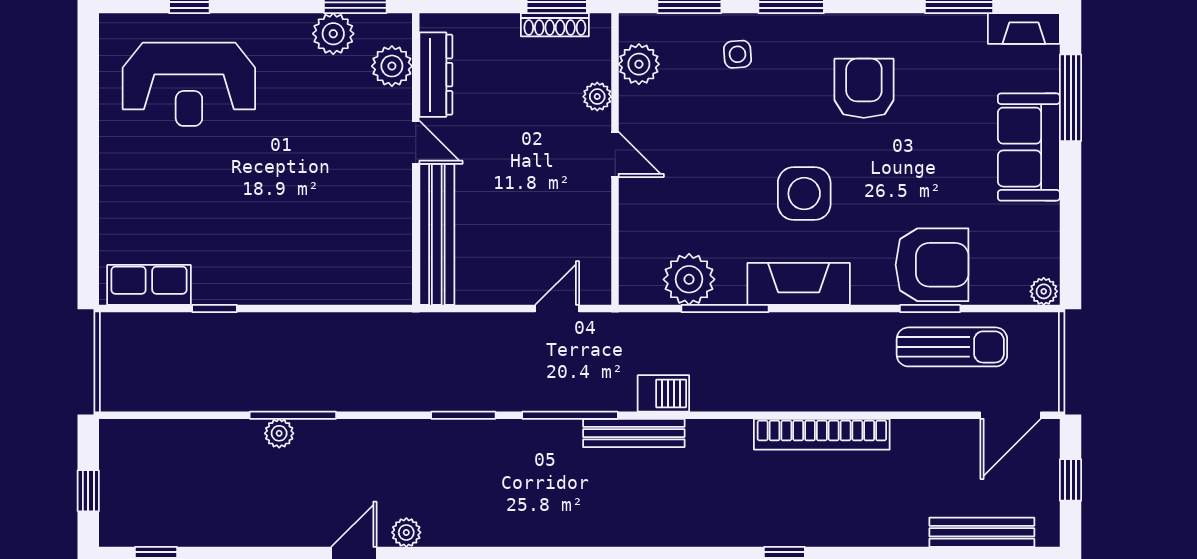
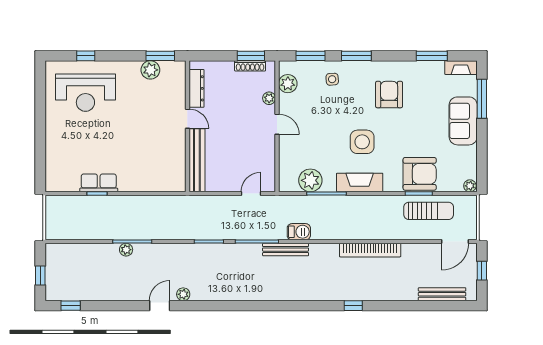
plant: (392, 66) -> (177, 84), removed
row of seats: (149, 285) -> (99, 183), moved

